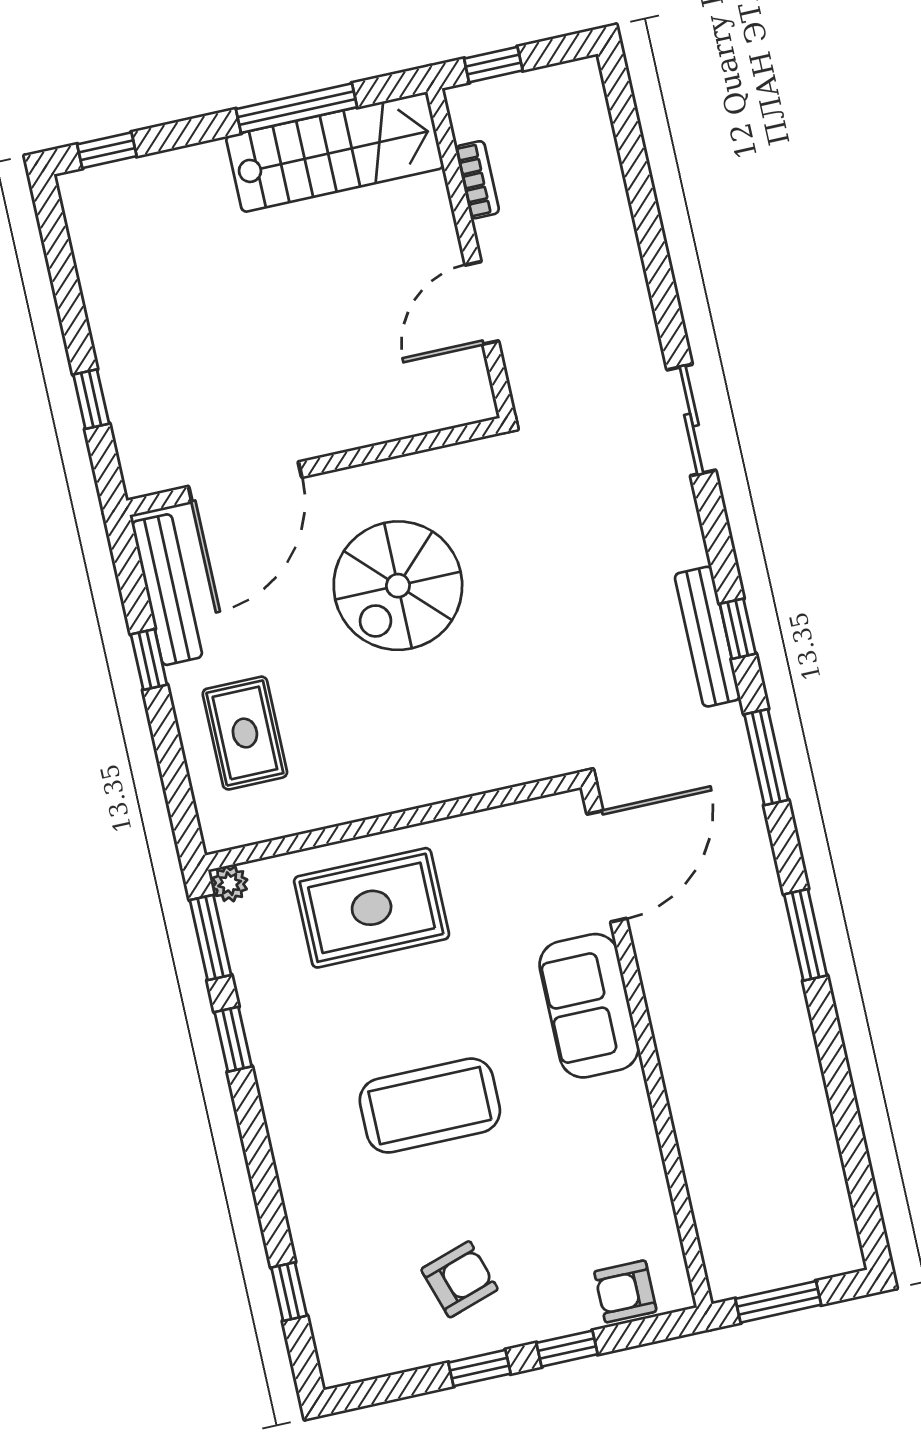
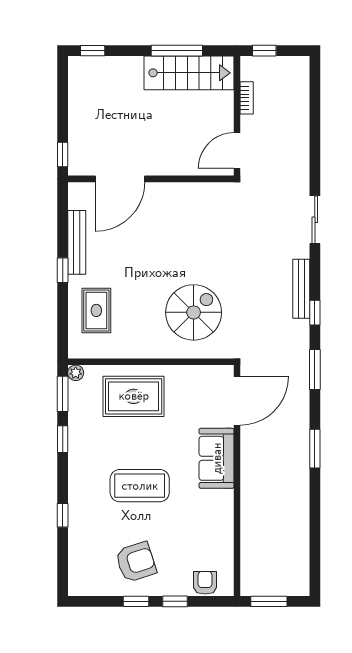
wall: (315, 466) -> (151, 179), moved
door: (245, 482) -> (120, 179), moved
spiral stairs: (398, 586) -> (194, 312), moved, turned 180
bench: (707, 637) -> (301, 289), moved
armchair: (459, 1279) -> (136, 562), width x1.38, depth x1.38
armchair: (625, 1291) -> (205, 583), turned 90
window: (289, 1292) -> (63, 515), moved

